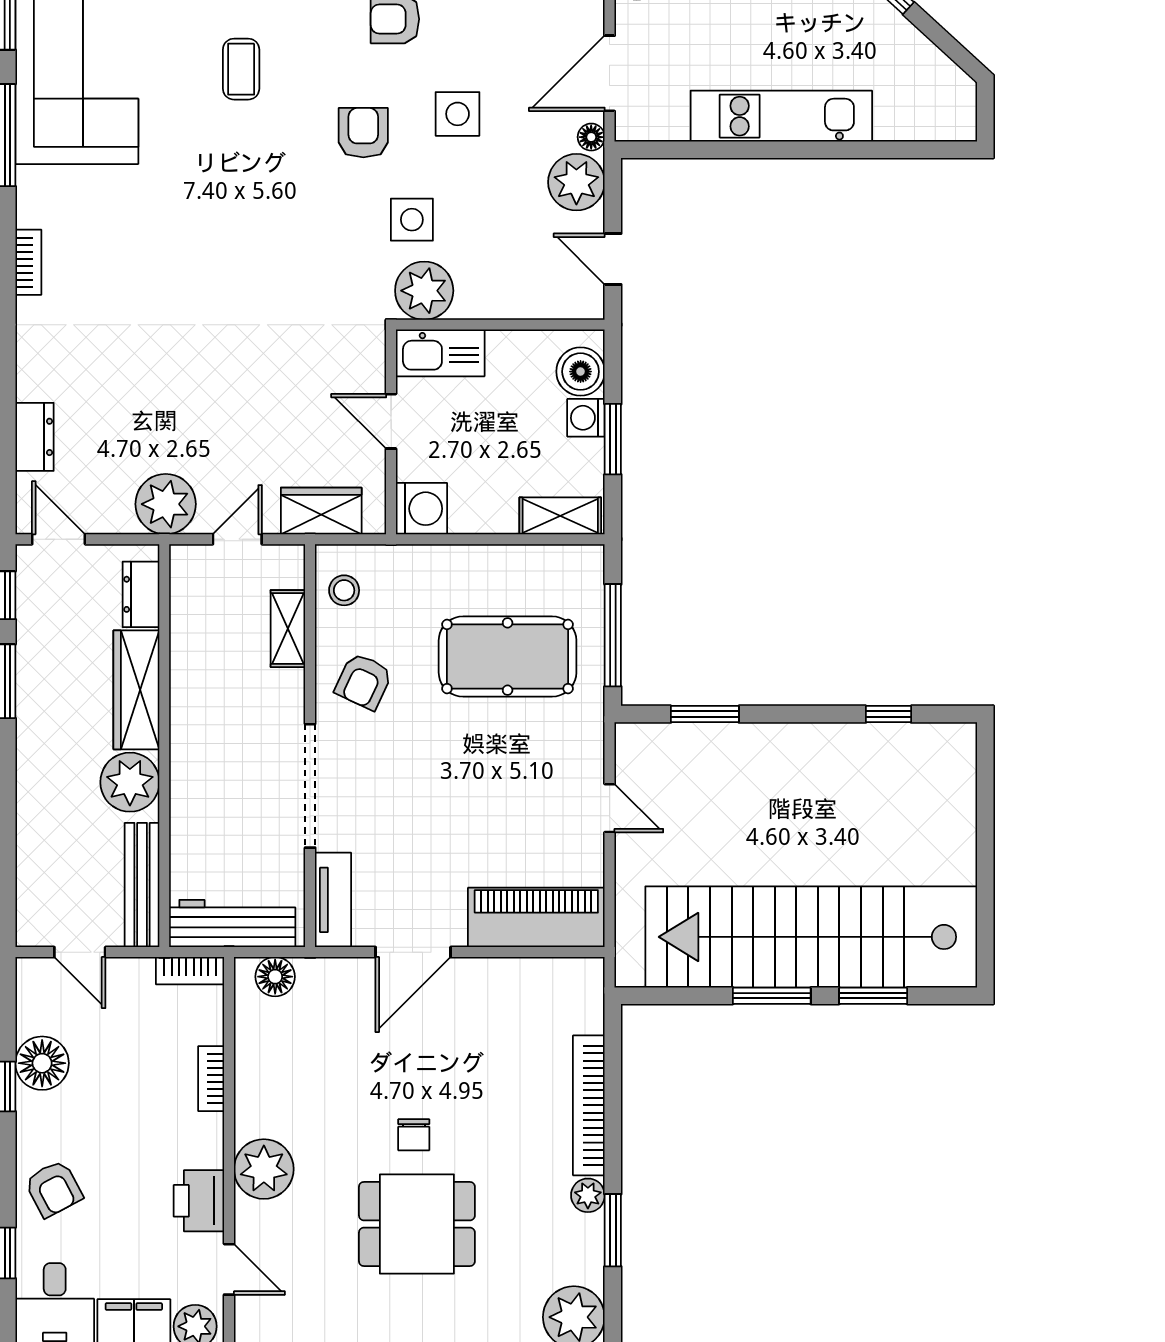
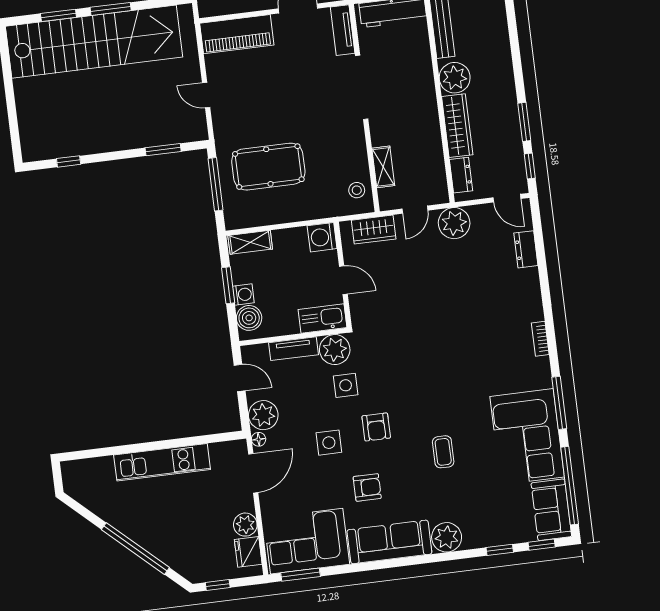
tv unit: (503, 302) -> (293, 349), added
armchair: (364, 681) -> (341, 145), removed

